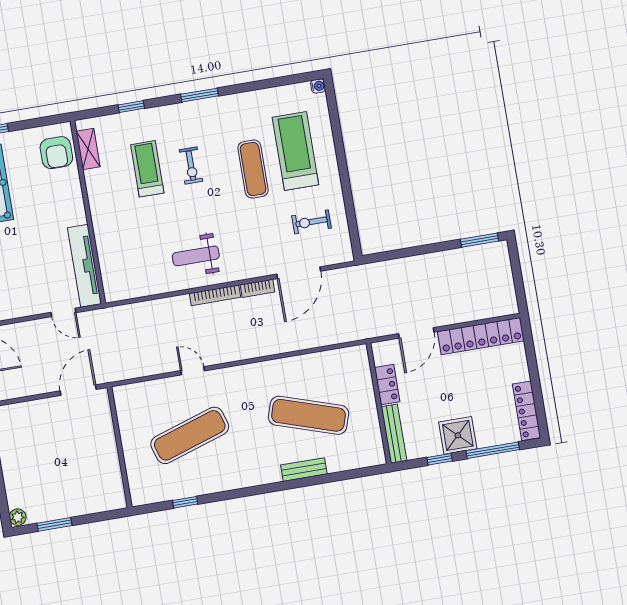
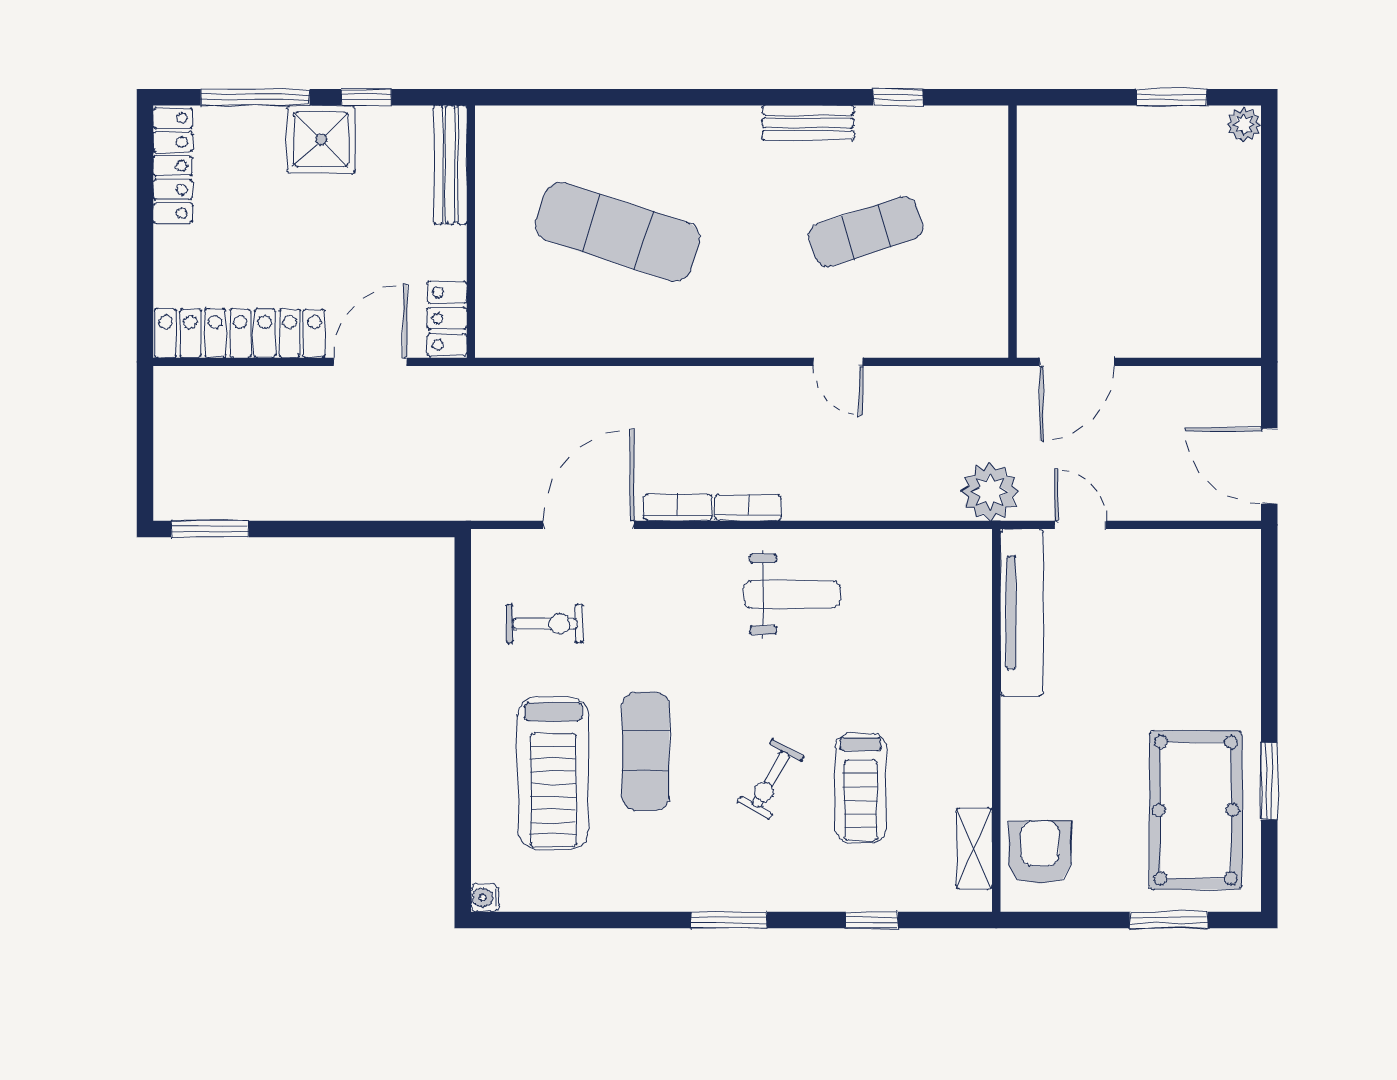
exercise bike: (191, 166) -> (771, 779), turned -151
bookcase: (215, 295) -> (748, 508), width x0.64
plant: (109, 321) -> (990, 492), added
locker: (387, 385) -> (447, 318), moved
exercise mat: (190, 435) -> (866, 232), width x0.73, depth x0.69
bench: (304, 470) -> (808, 123), moved

